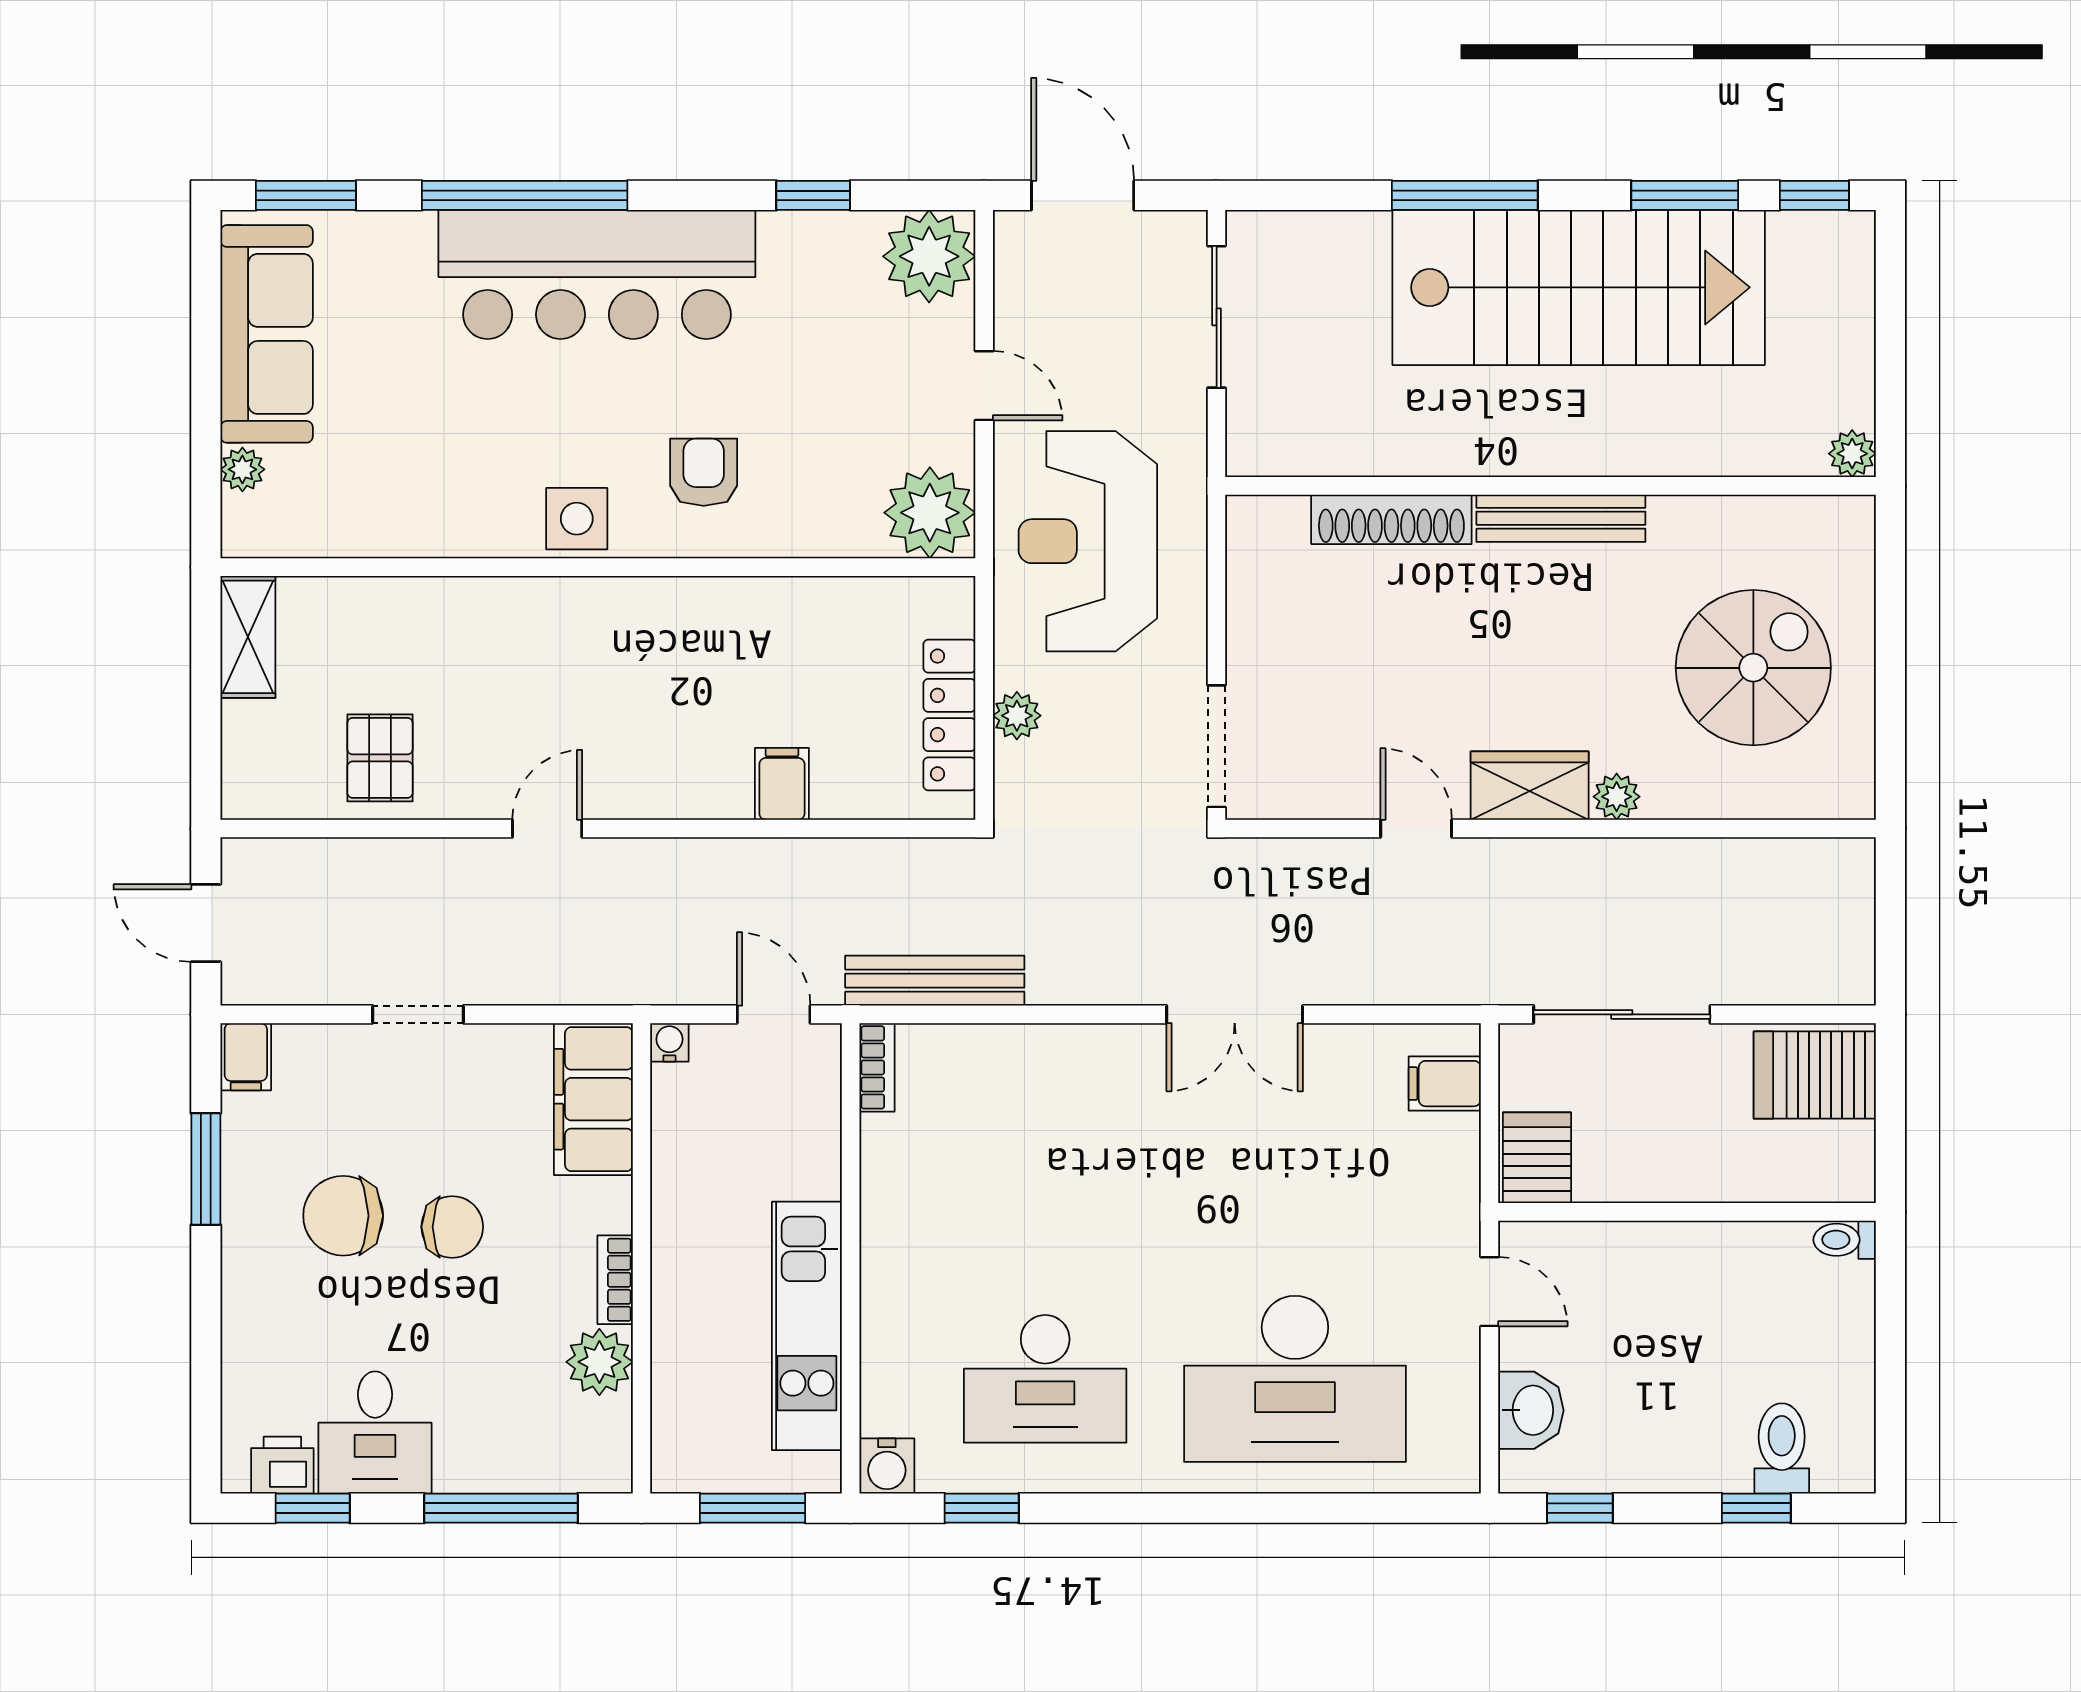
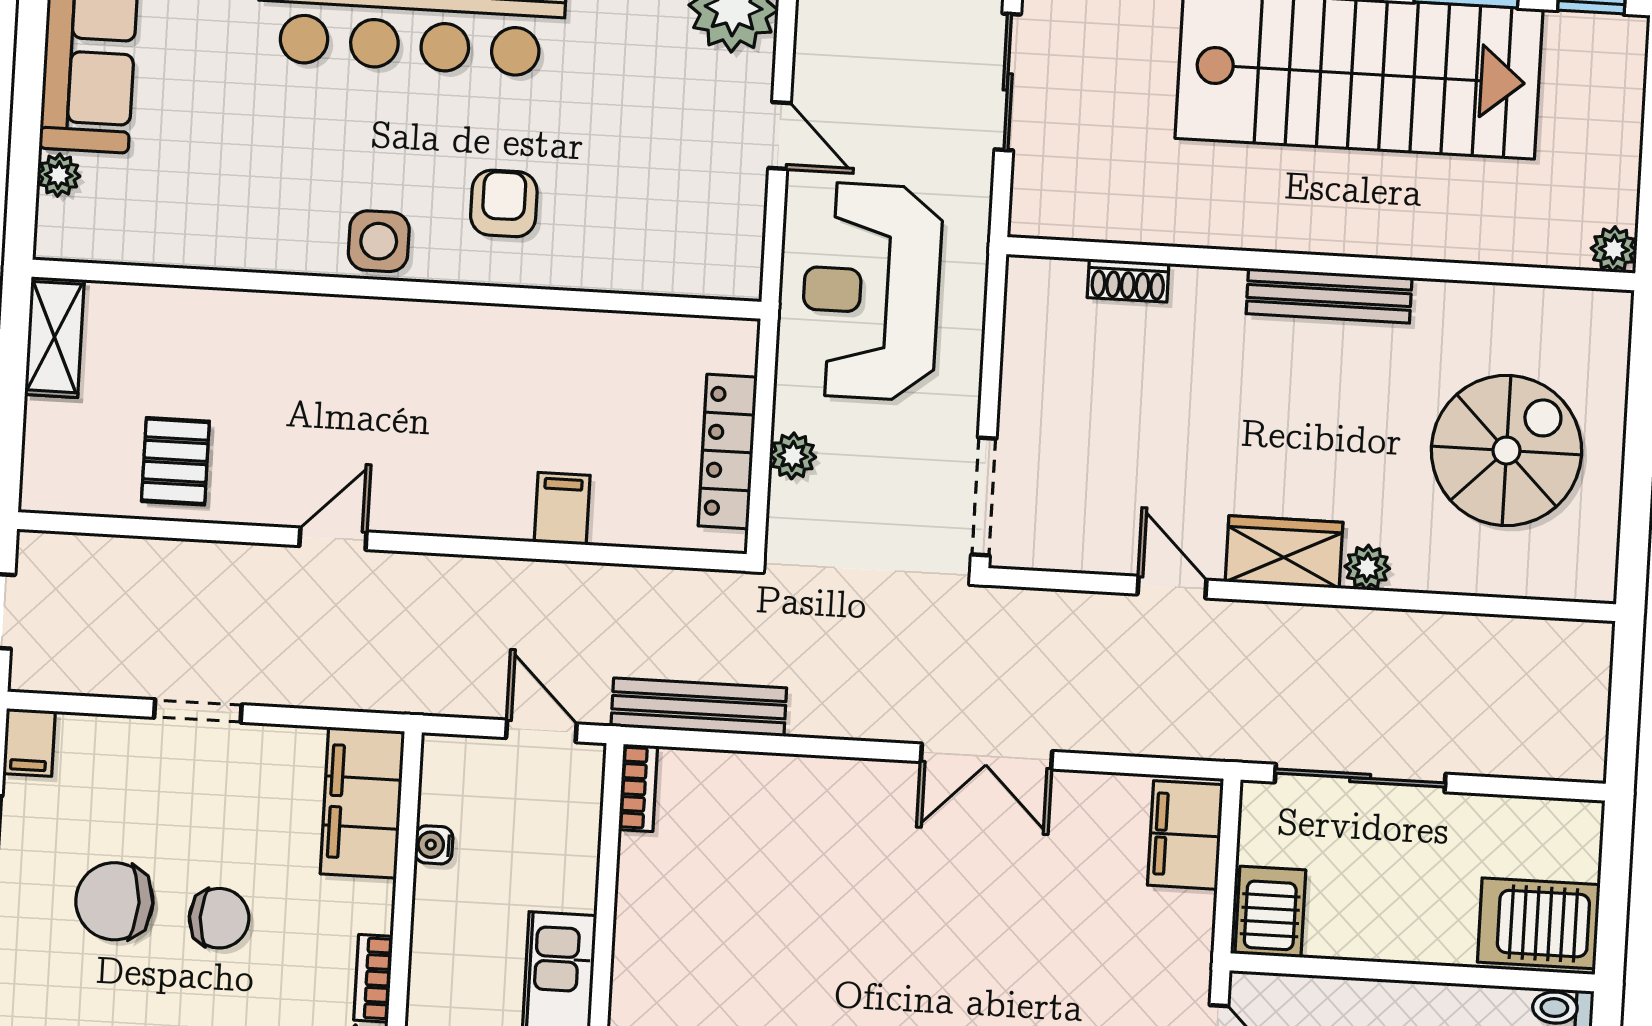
plant: (930, 513) -> (720, 255), removed
shoe rack: (1391, 519) -> (1128, 280), width x0.51, depth x0.81
water cooler: (669, 1042) -> (434, 845), moved, turned -90
server rack: (1815, 1075) -> (1539, 923), moved
filing cabinet: (1445, 1084) -> (1185, 835), width x2.00

